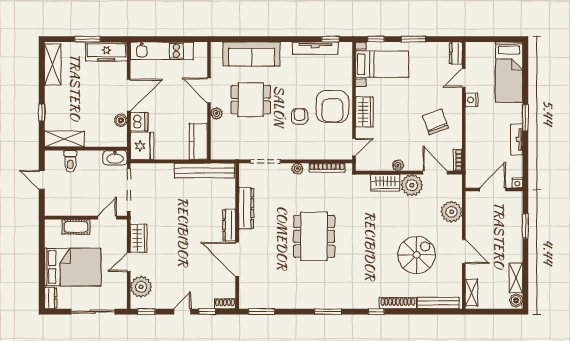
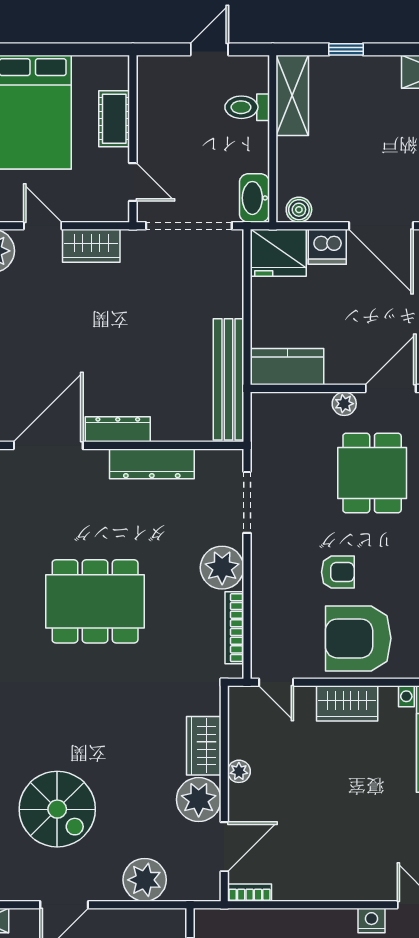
boiler: (121, 120) -> (299, 210), moved
chair: (435, 122) -> (327, 847), removed
plant: (297, 169) -> (222, 568), width x1.87, depth x1.87

